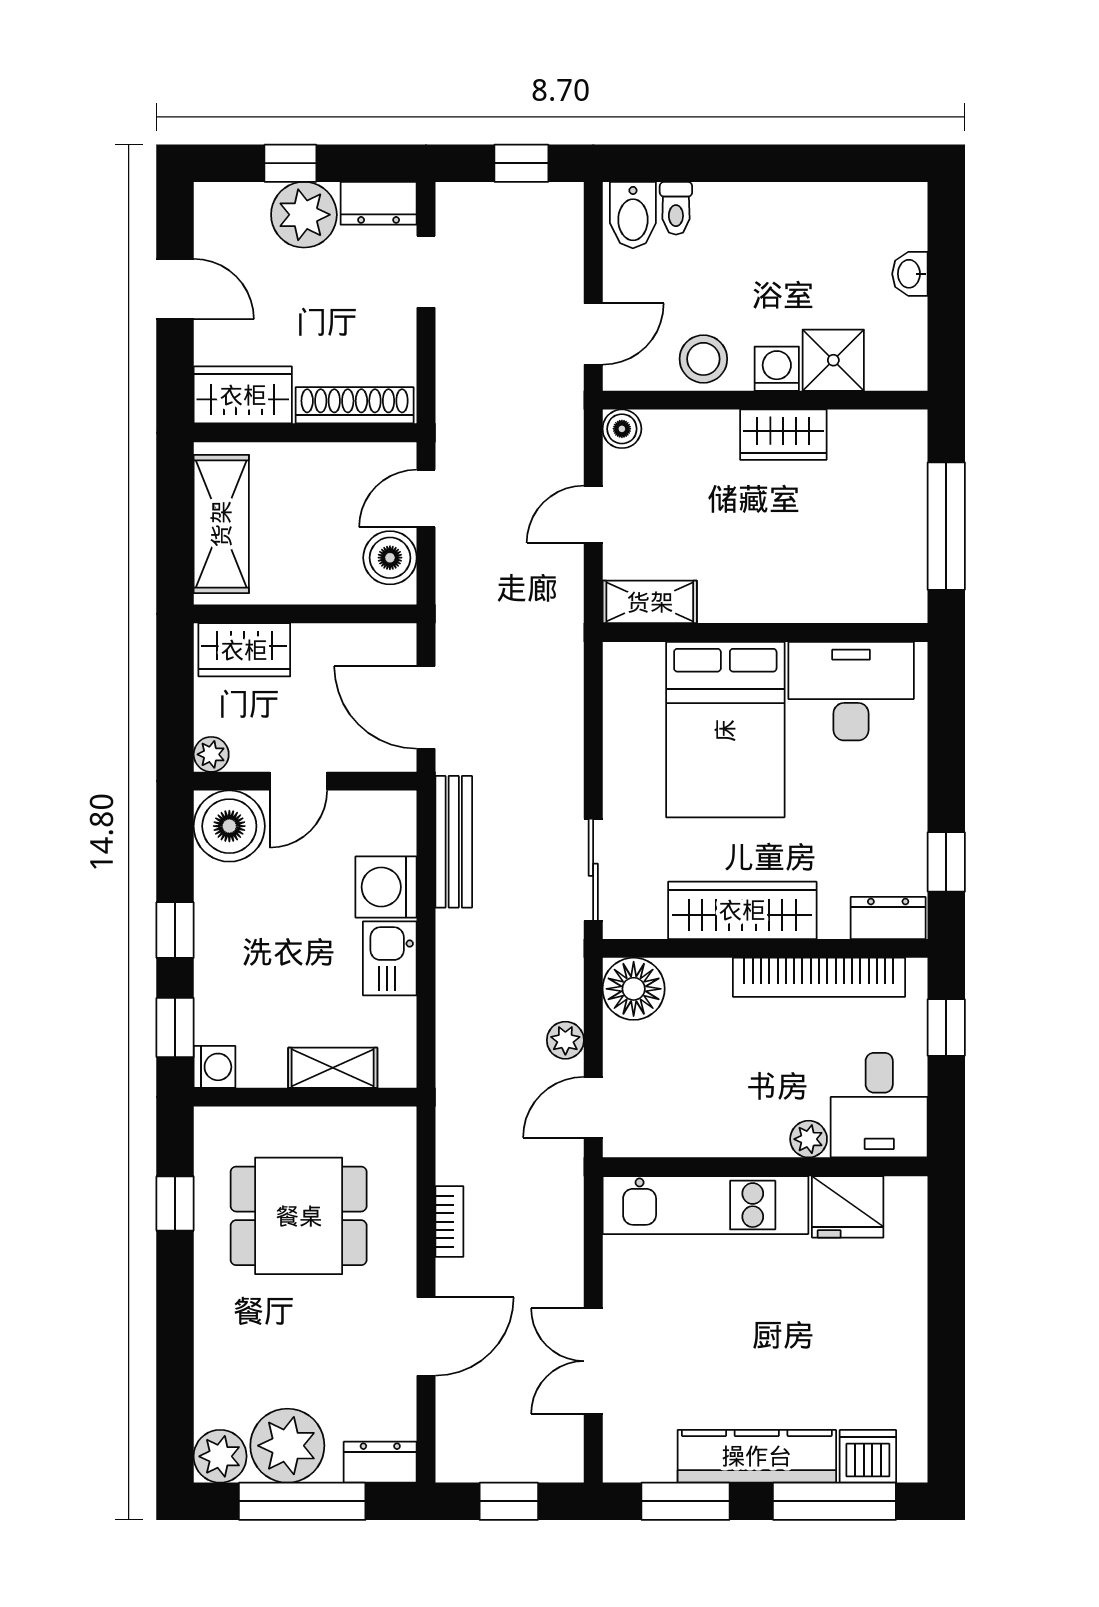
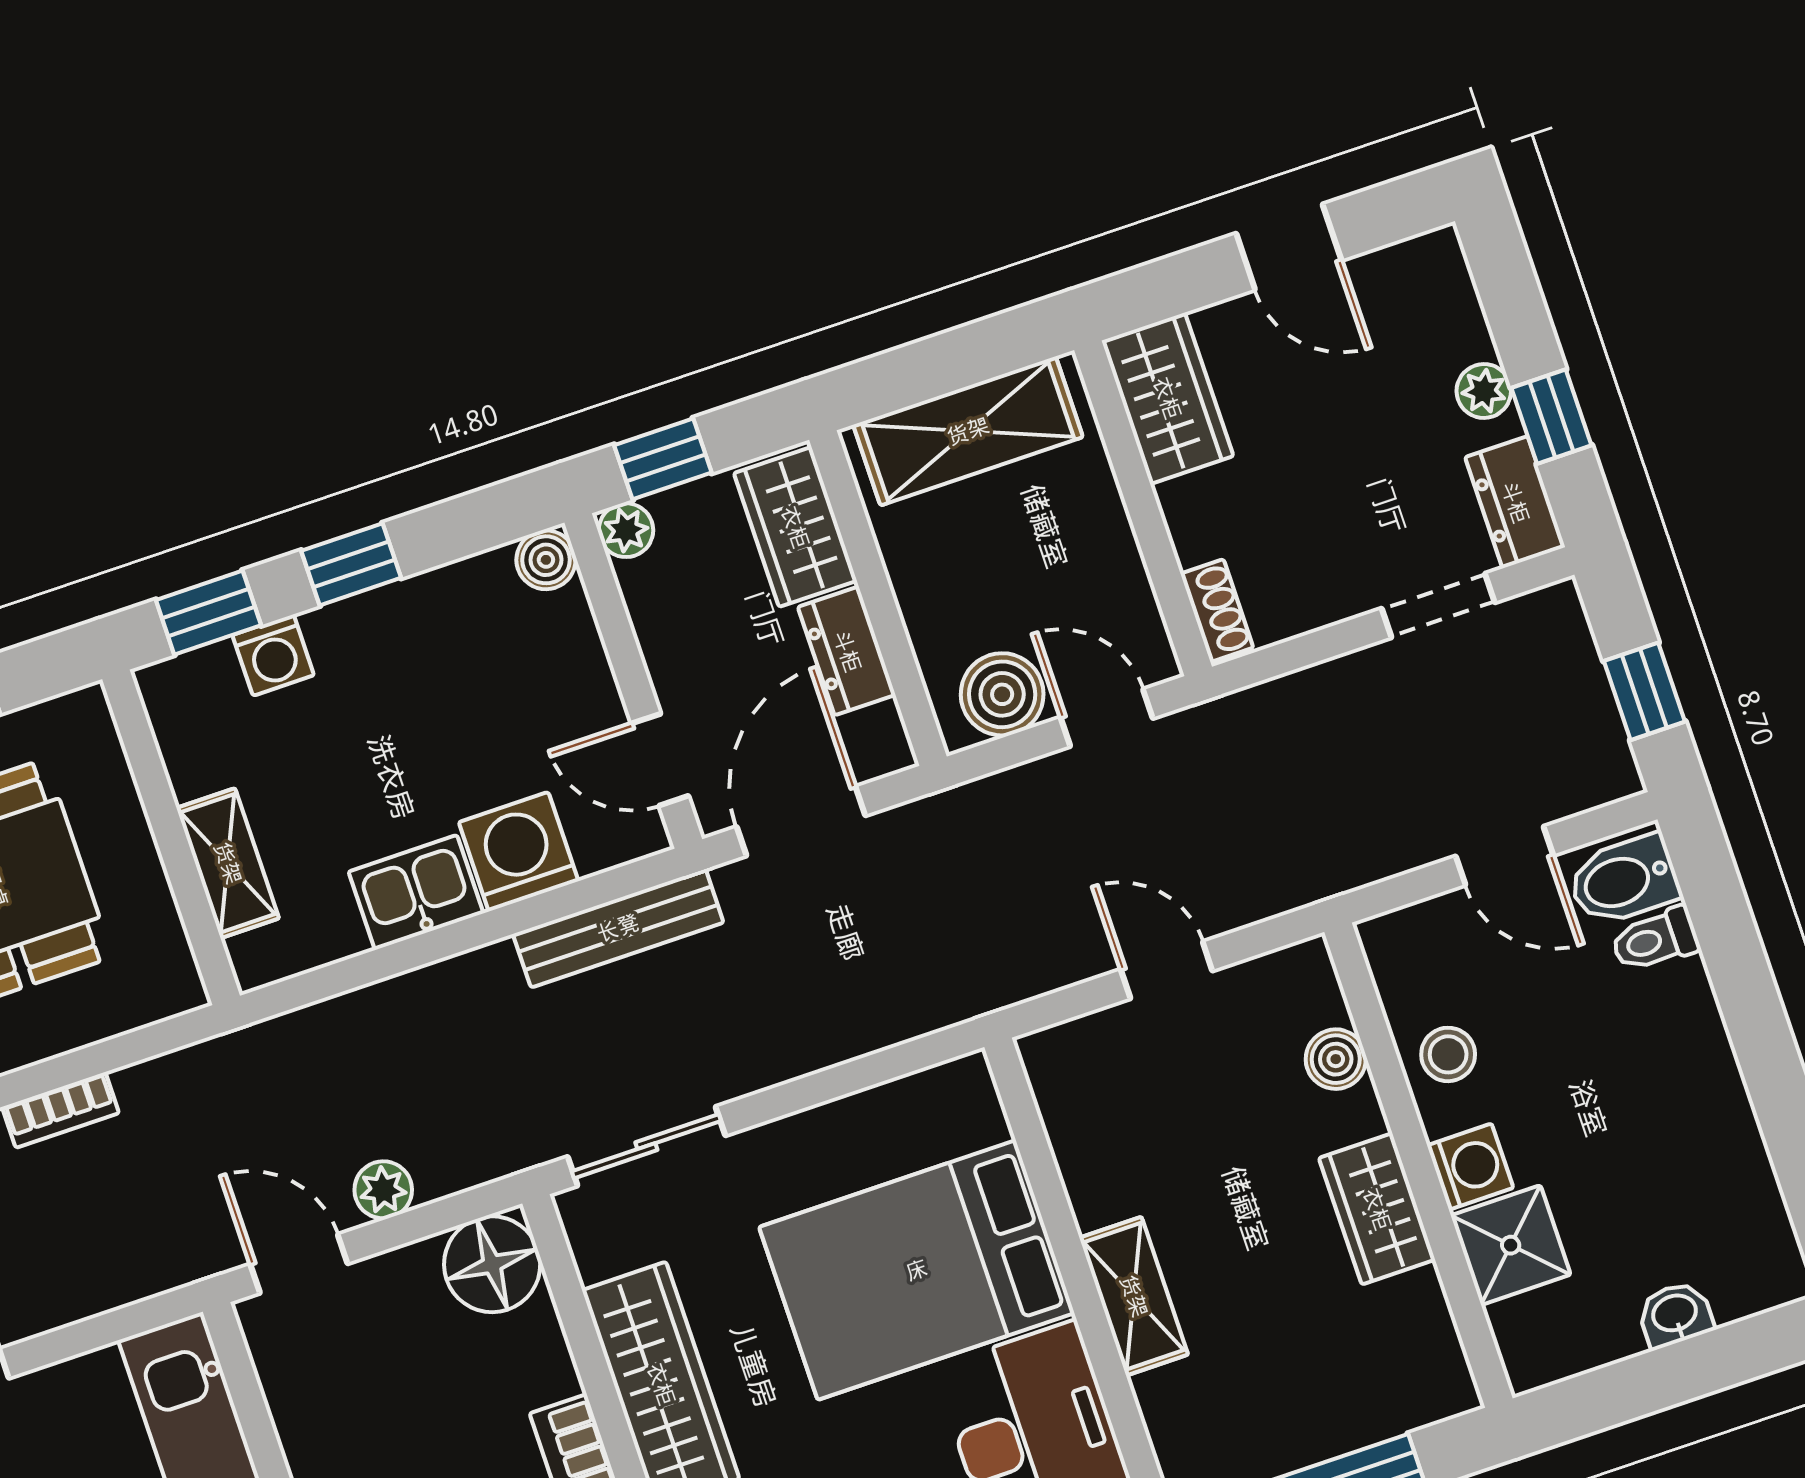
window: (290, 163) -> (1551, 417), moved
plant: (304, 215) -> (1484, 391), width x0.53, depth x0.53
door: (175, 289) -> (1289, 247), hinge flipped
door: (593, 334) -> (1504, 856), moved
stool: (703, 359) -> (1448, 1054), width x0.73, depth x0.73
shoe rack: (355, 405) -> (1217, 611), width x0.51, depth x0.81
boiler: (622, 429) -> (1336, 1059), moved
shelving: (650, 602) -> (1134, 1296), moved
dresser: (331, 644) -> (847, 651), added
window: (175, 717) -> (663, 459), added
door: (299, 781) -> (660, 760), moved
boiler: (229, 826) -> (546, 560), width x0.54, depth x0.54
washing machine: (215, 1067) -> (273, 655), moved

